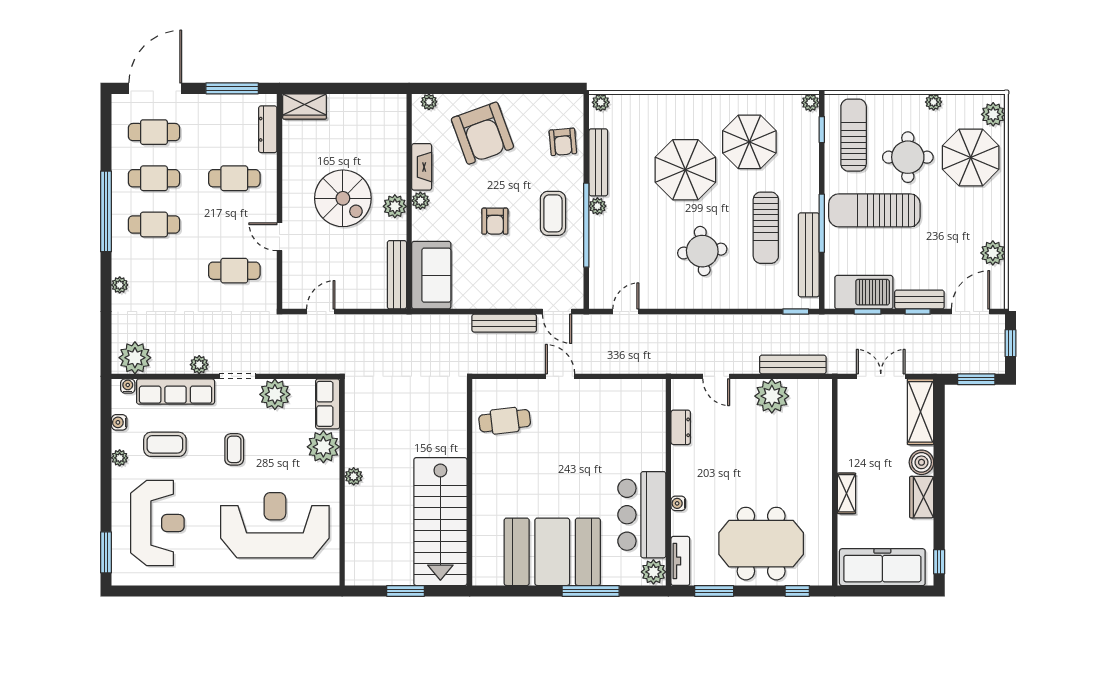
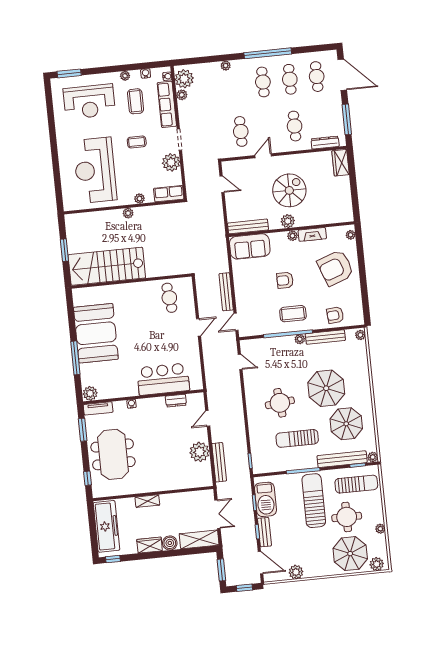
spiral stairs: (343, 198) -> (289, 190), turned 180
bench: (809, 255) -> (342, 459), moved
plant: (199, 365) -> (182, 95), moved
plant: (323, 447) -> (140, 199), width x0.53, depth x0.53
bar counter: (642, 515) -> (163, 379), moved
reception desk: (275, 525) -> (95, 170), turned 180

